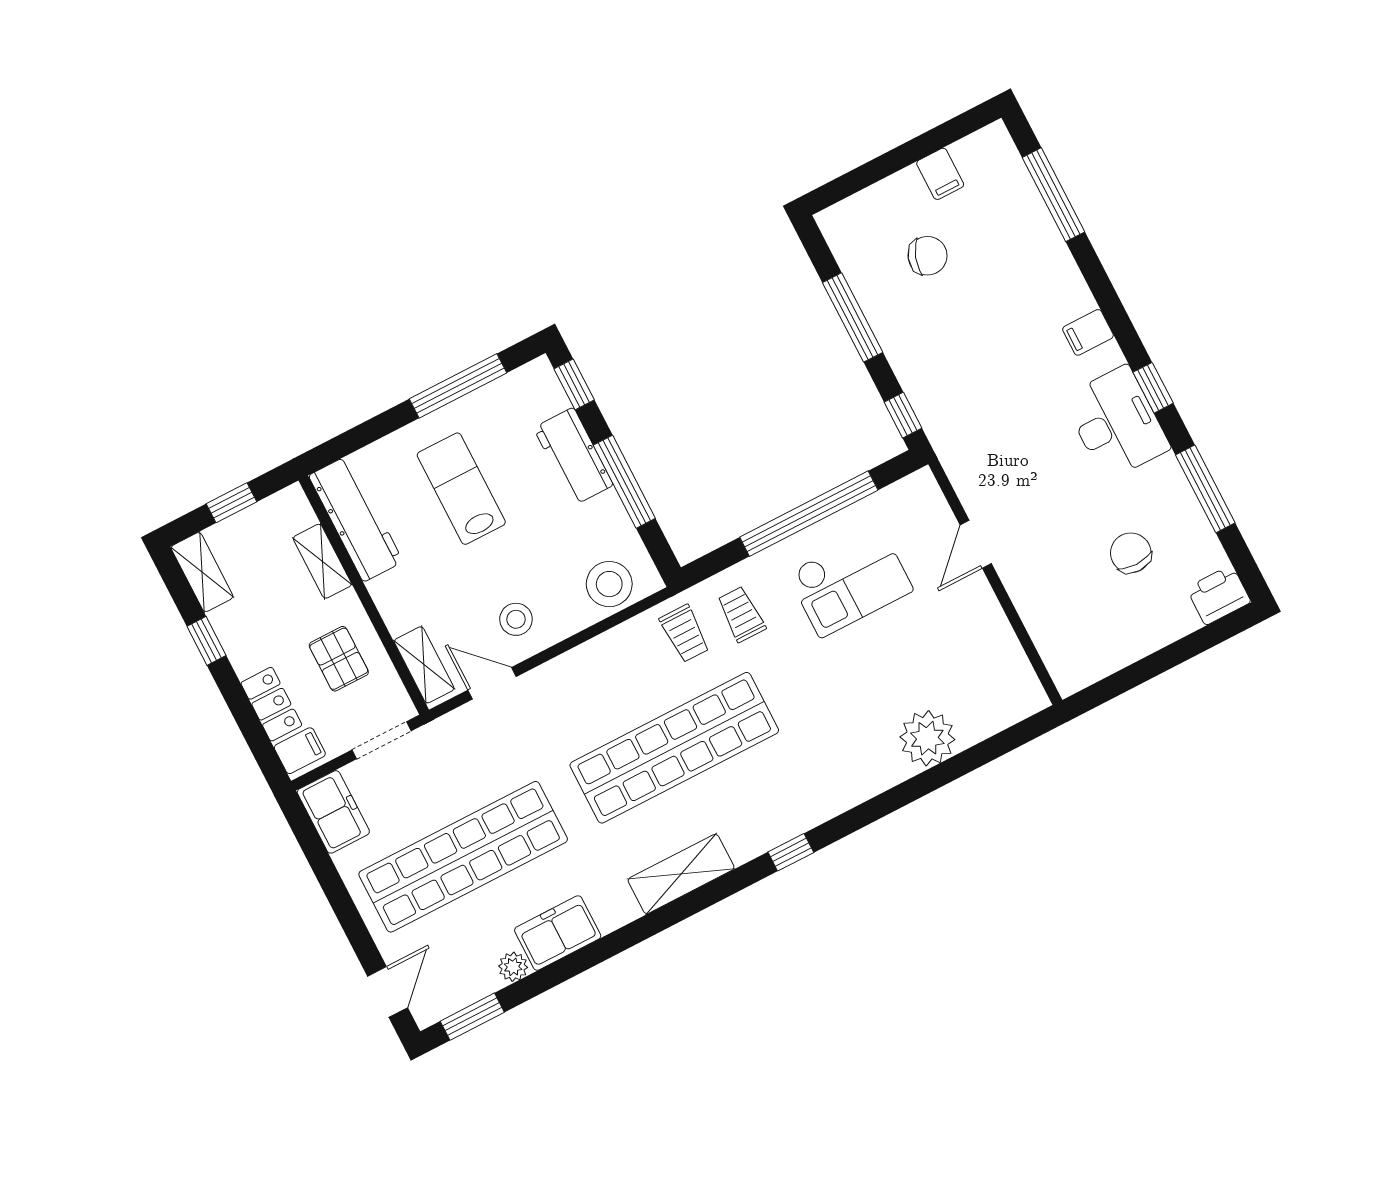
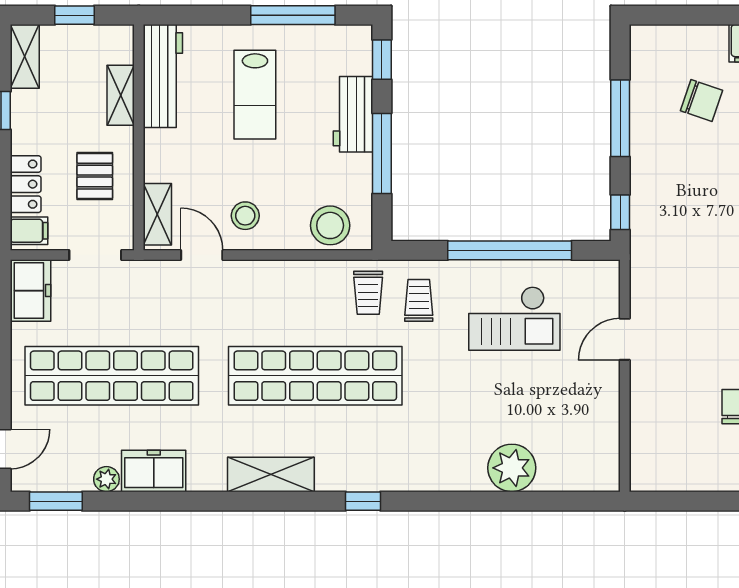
lab bench: (461, 489) -> (255, 95), turned 180

